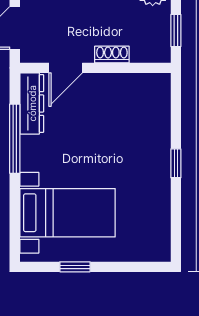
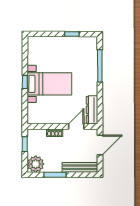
window: (15, 139) -> (100, 66), moved
bed with nightstands: (67, 213) -> (49, 84), moved, turned 180

